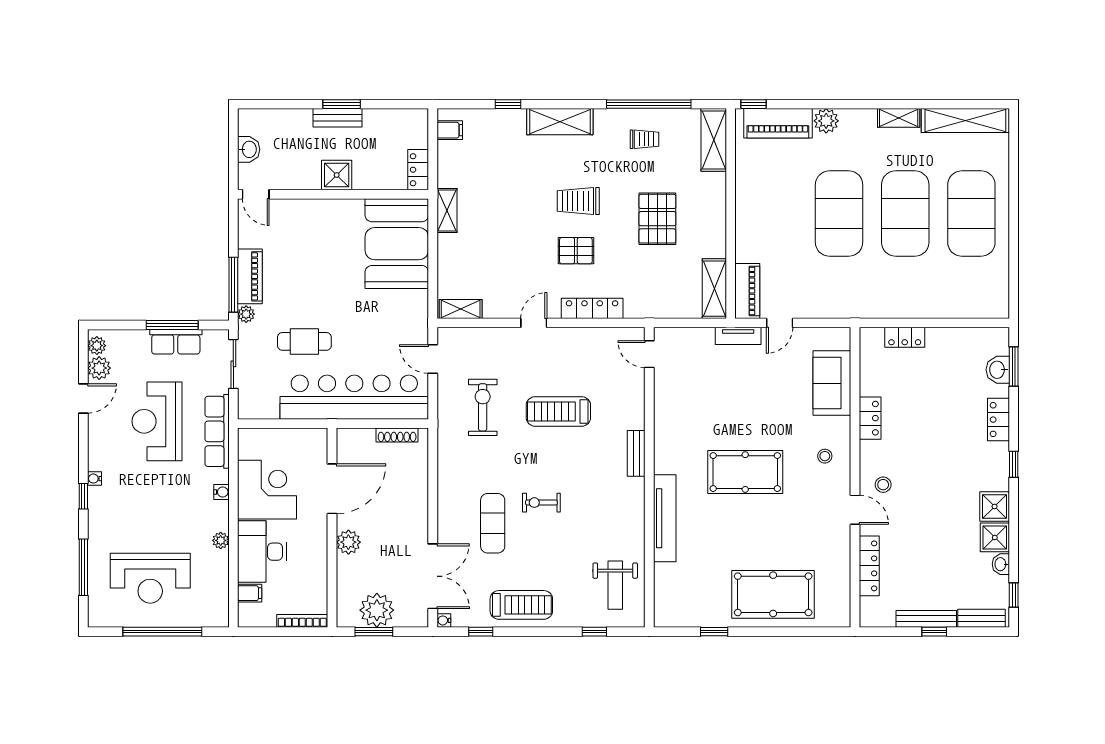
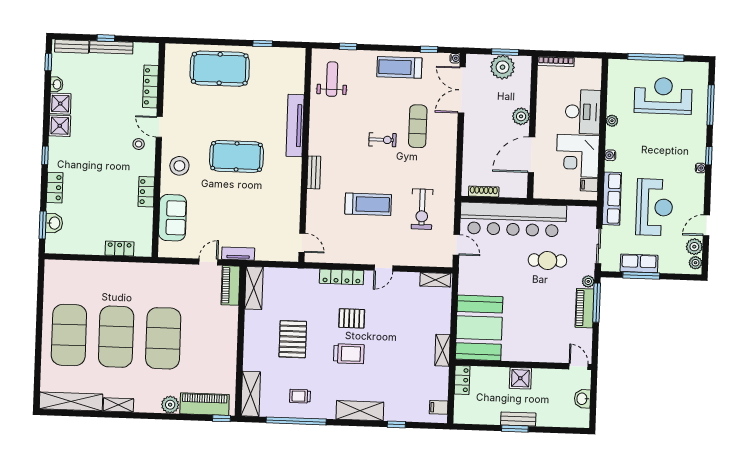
stool: (825, 456) -> (179, 166), width x1.89, depth x1.89
filing cabinet: (250, 593) -> (589, 185), moved

